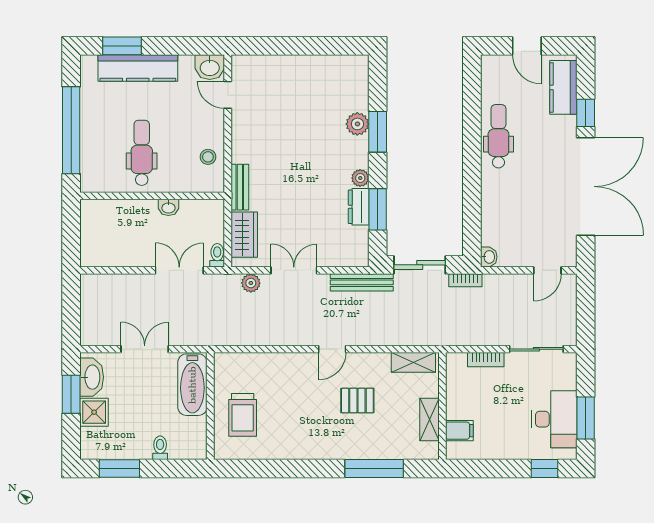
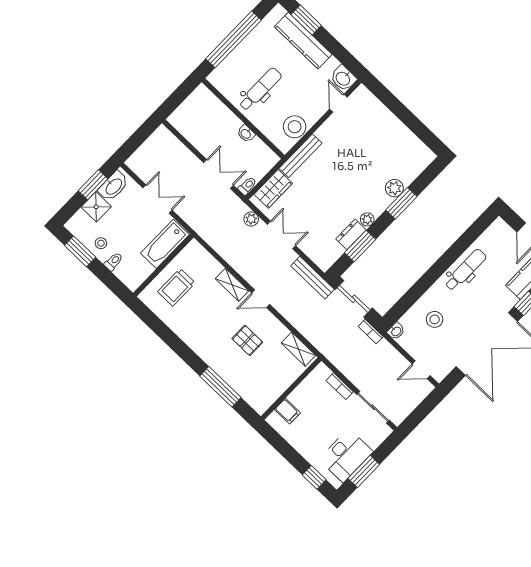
stool: (208, 157) -> (295, 127), width x1.89, depth x1.89
bench: (240, 187) -> (300, 156), width x1.36
stool: (514, 211) -> (435, 319), added
shelving: (429, 420) -> (232, 285), moved, turned 90
stool: (132, 442) -> (101, 243), added

